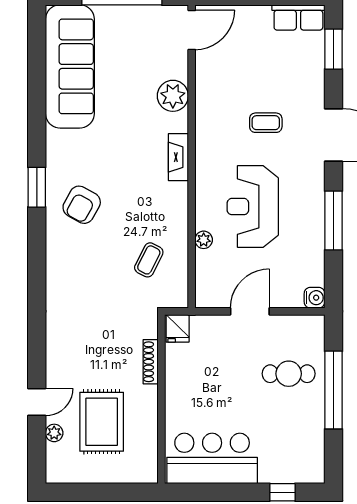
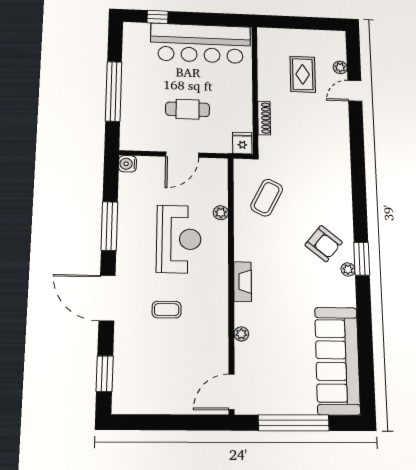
row of seats: (298, 17) -> (136, 403), removed
plant: (173, 96) -> (241, 334), width x0.53, depth x0.53
plant: (54, 174) -> (348, 269), added
armchair: (82, 205) -> (324, 244), turned 100
coffee table: (149, 260) -> (267, 198), width x1.36, depth x1.30
cafe table: (289, 374) -> (188, 109), moved
rug: (102, 422) -> (303, 74), width x0.73, depth x0.70
bar counter: (212, 458) -> (201, 43), width x1.36

